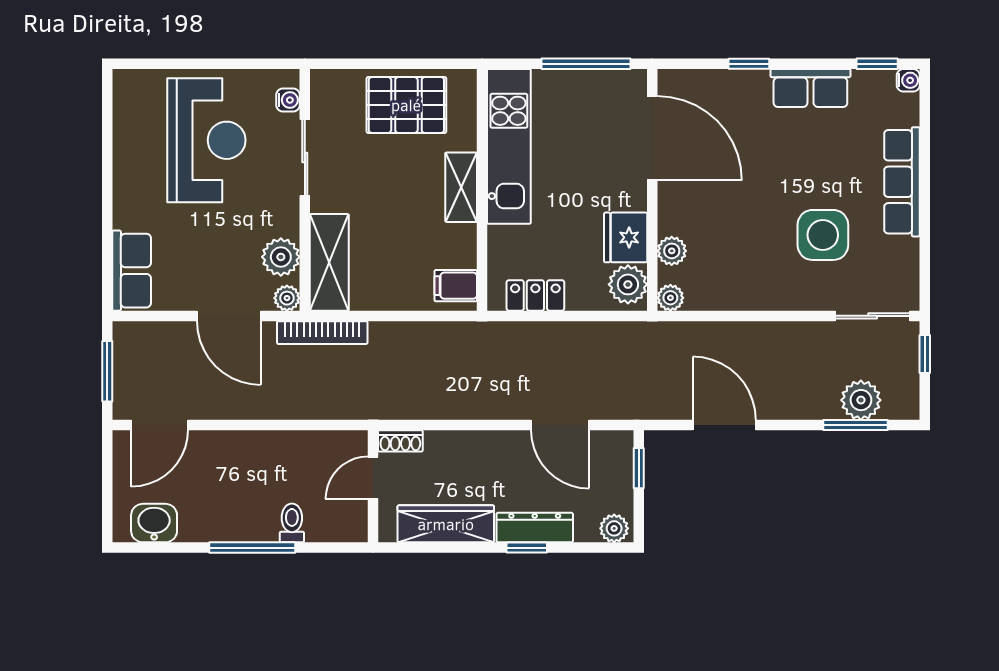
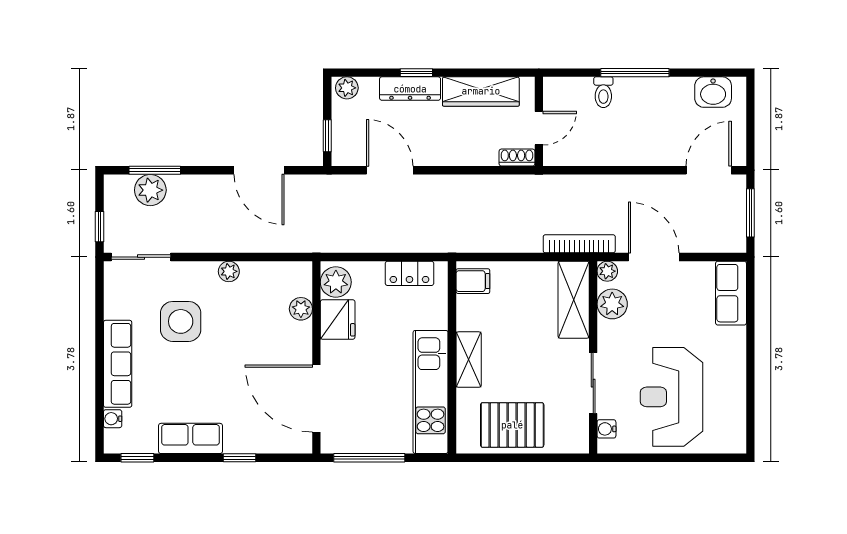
water cooler: (908, 80) -> (113, 419), moved
plant: (670, 298) -> (229, 271), moved

